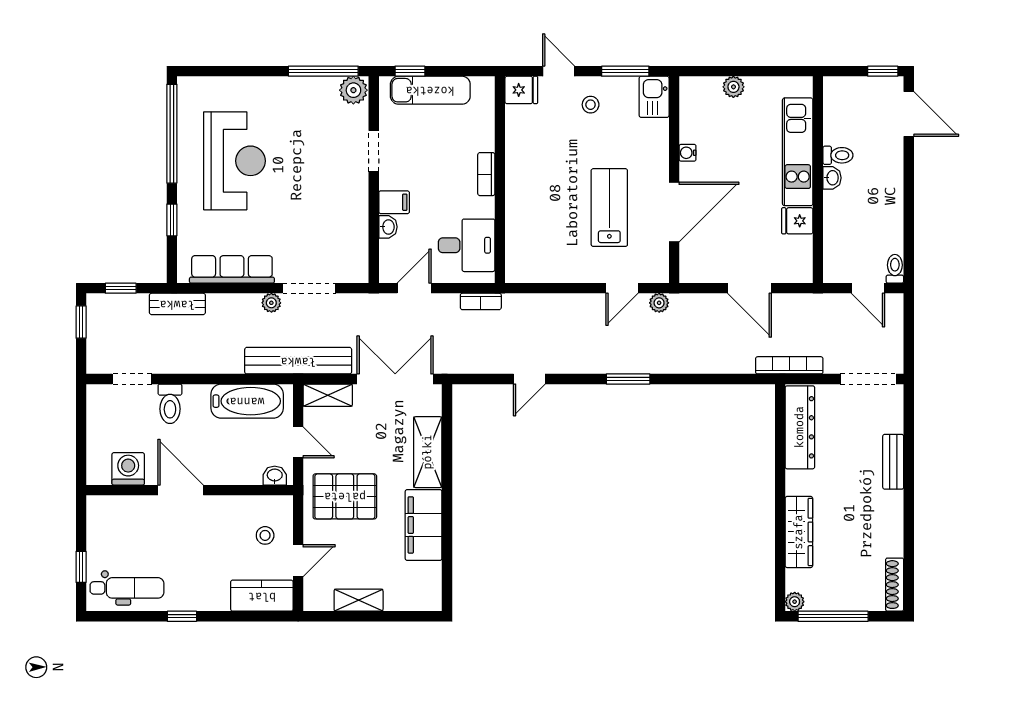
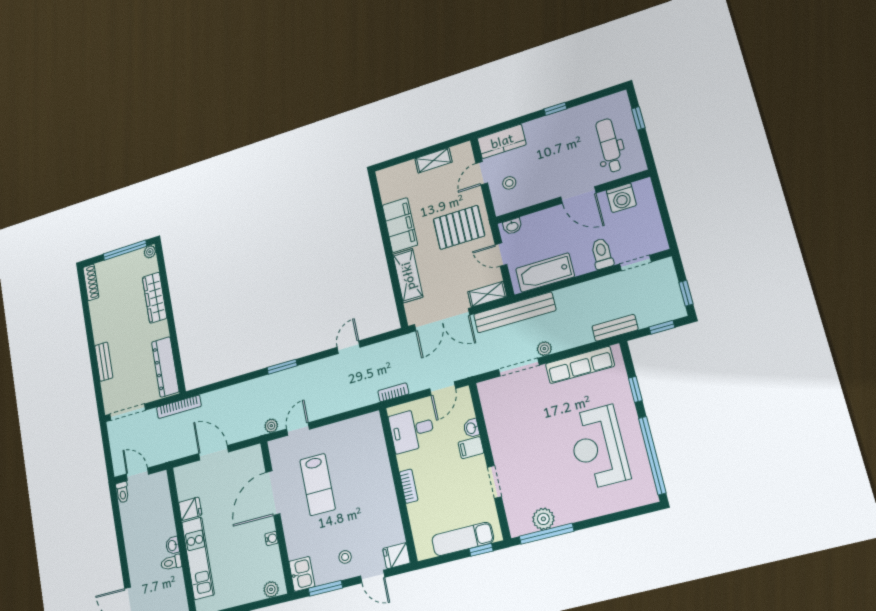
plant: (733, 87) -> (271, 589), moved
plant: (353, 90) -> (543, 519), moved
dental chair: (127, 588) -> (609, 145), moved, turned 90

